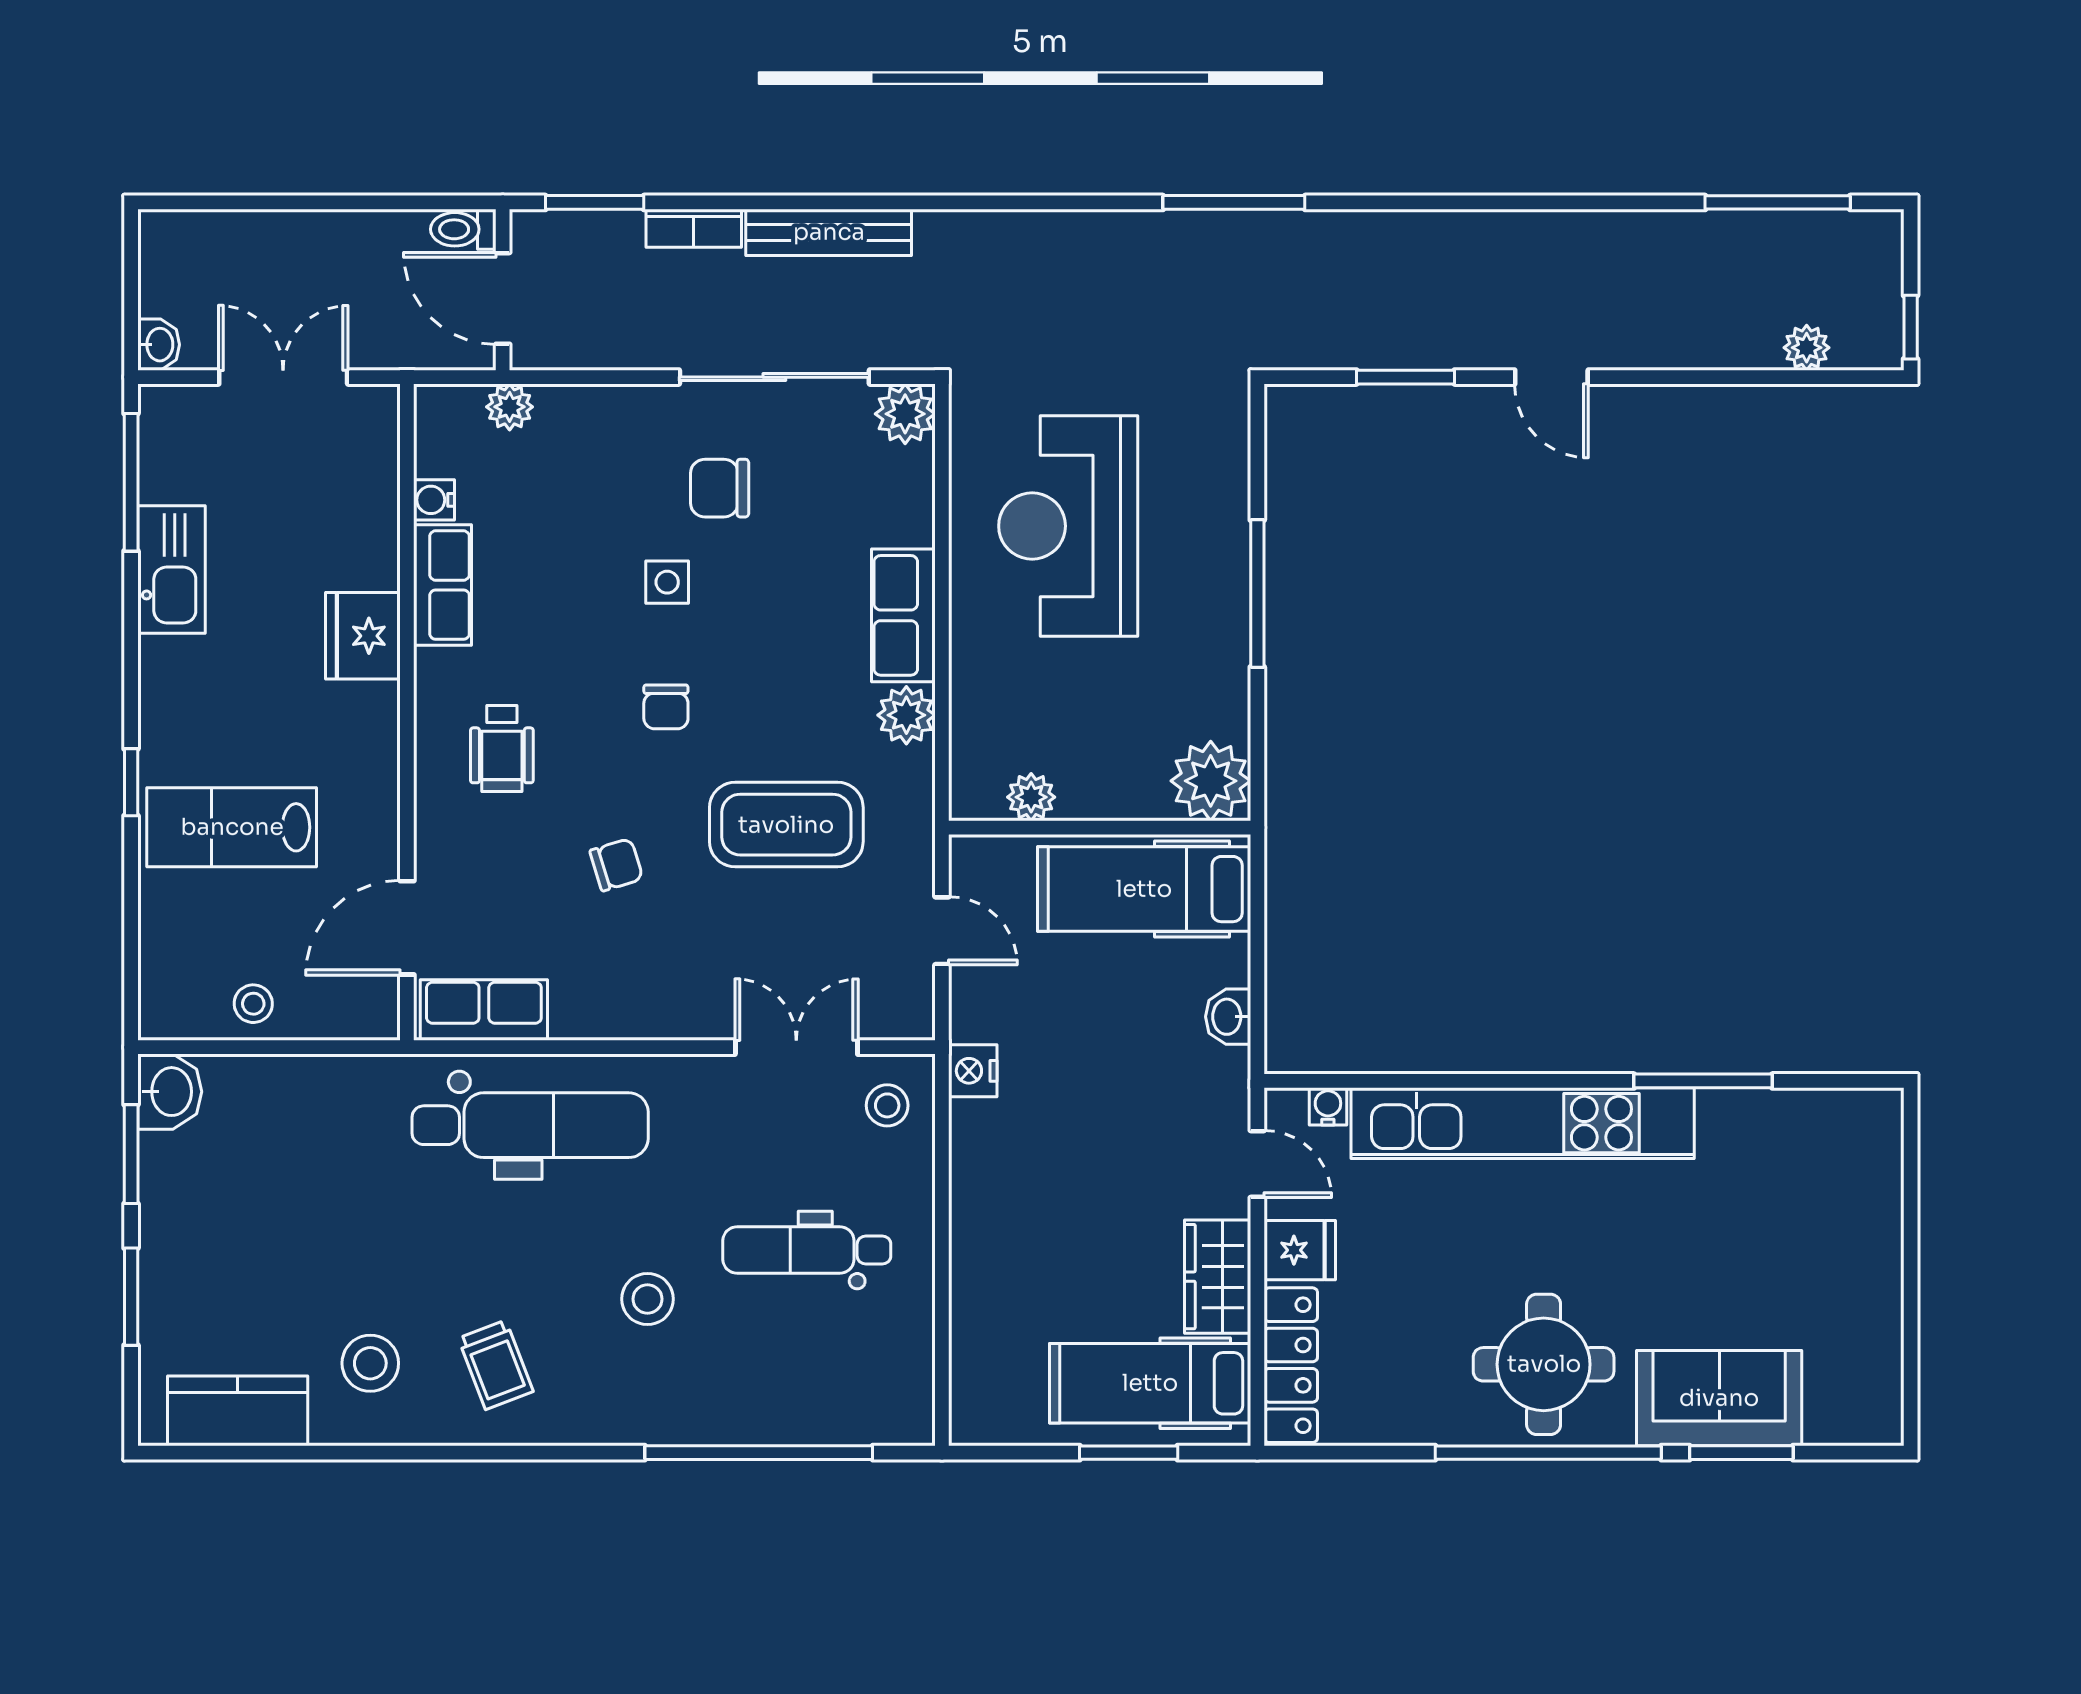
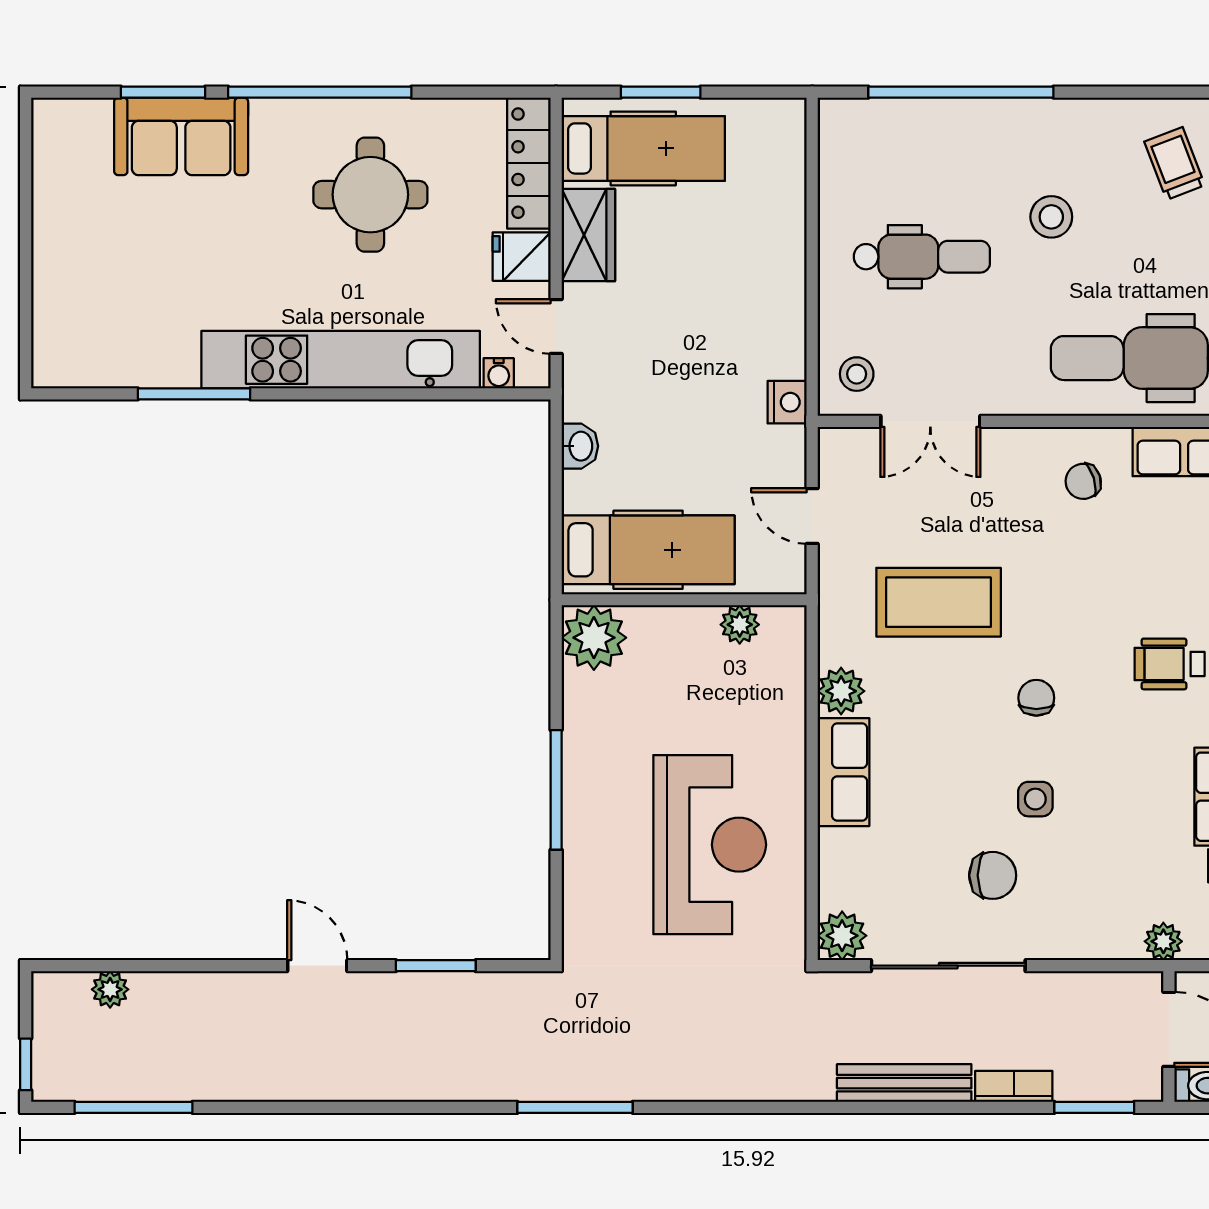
window: (1911, 327) -> (26, 1064), moved
wheelchair: (502, 748) -> (1170, 664), turned -90
chair: (616, 865) -> (1083, 481), moved
round table: (1544, 1364) -> (370, 195), moved

